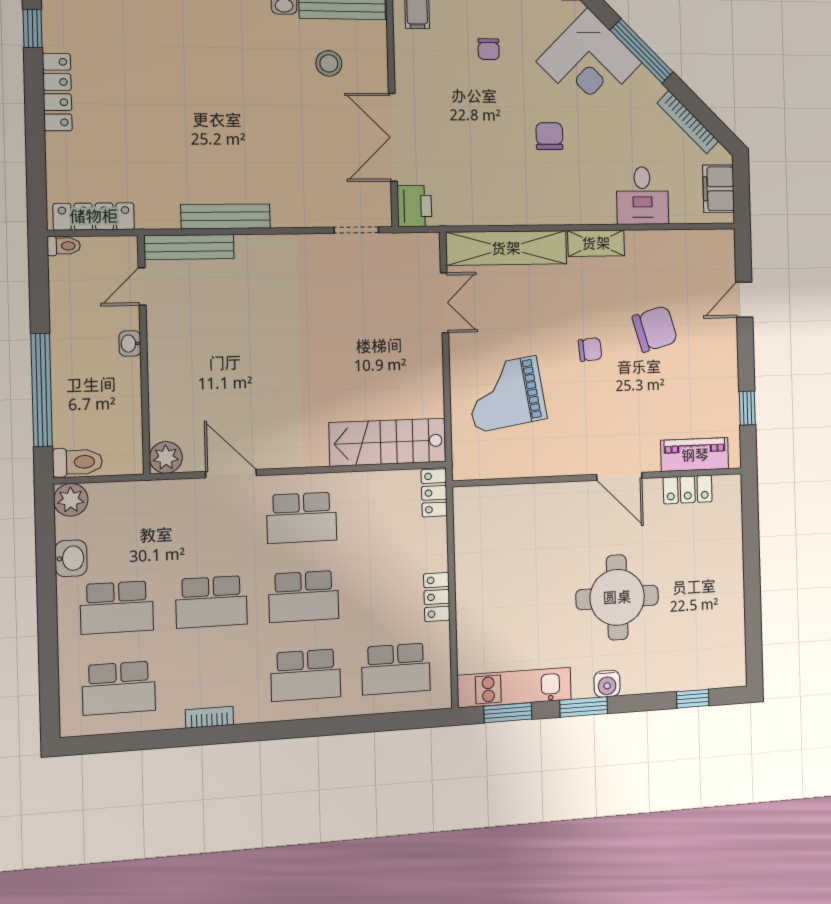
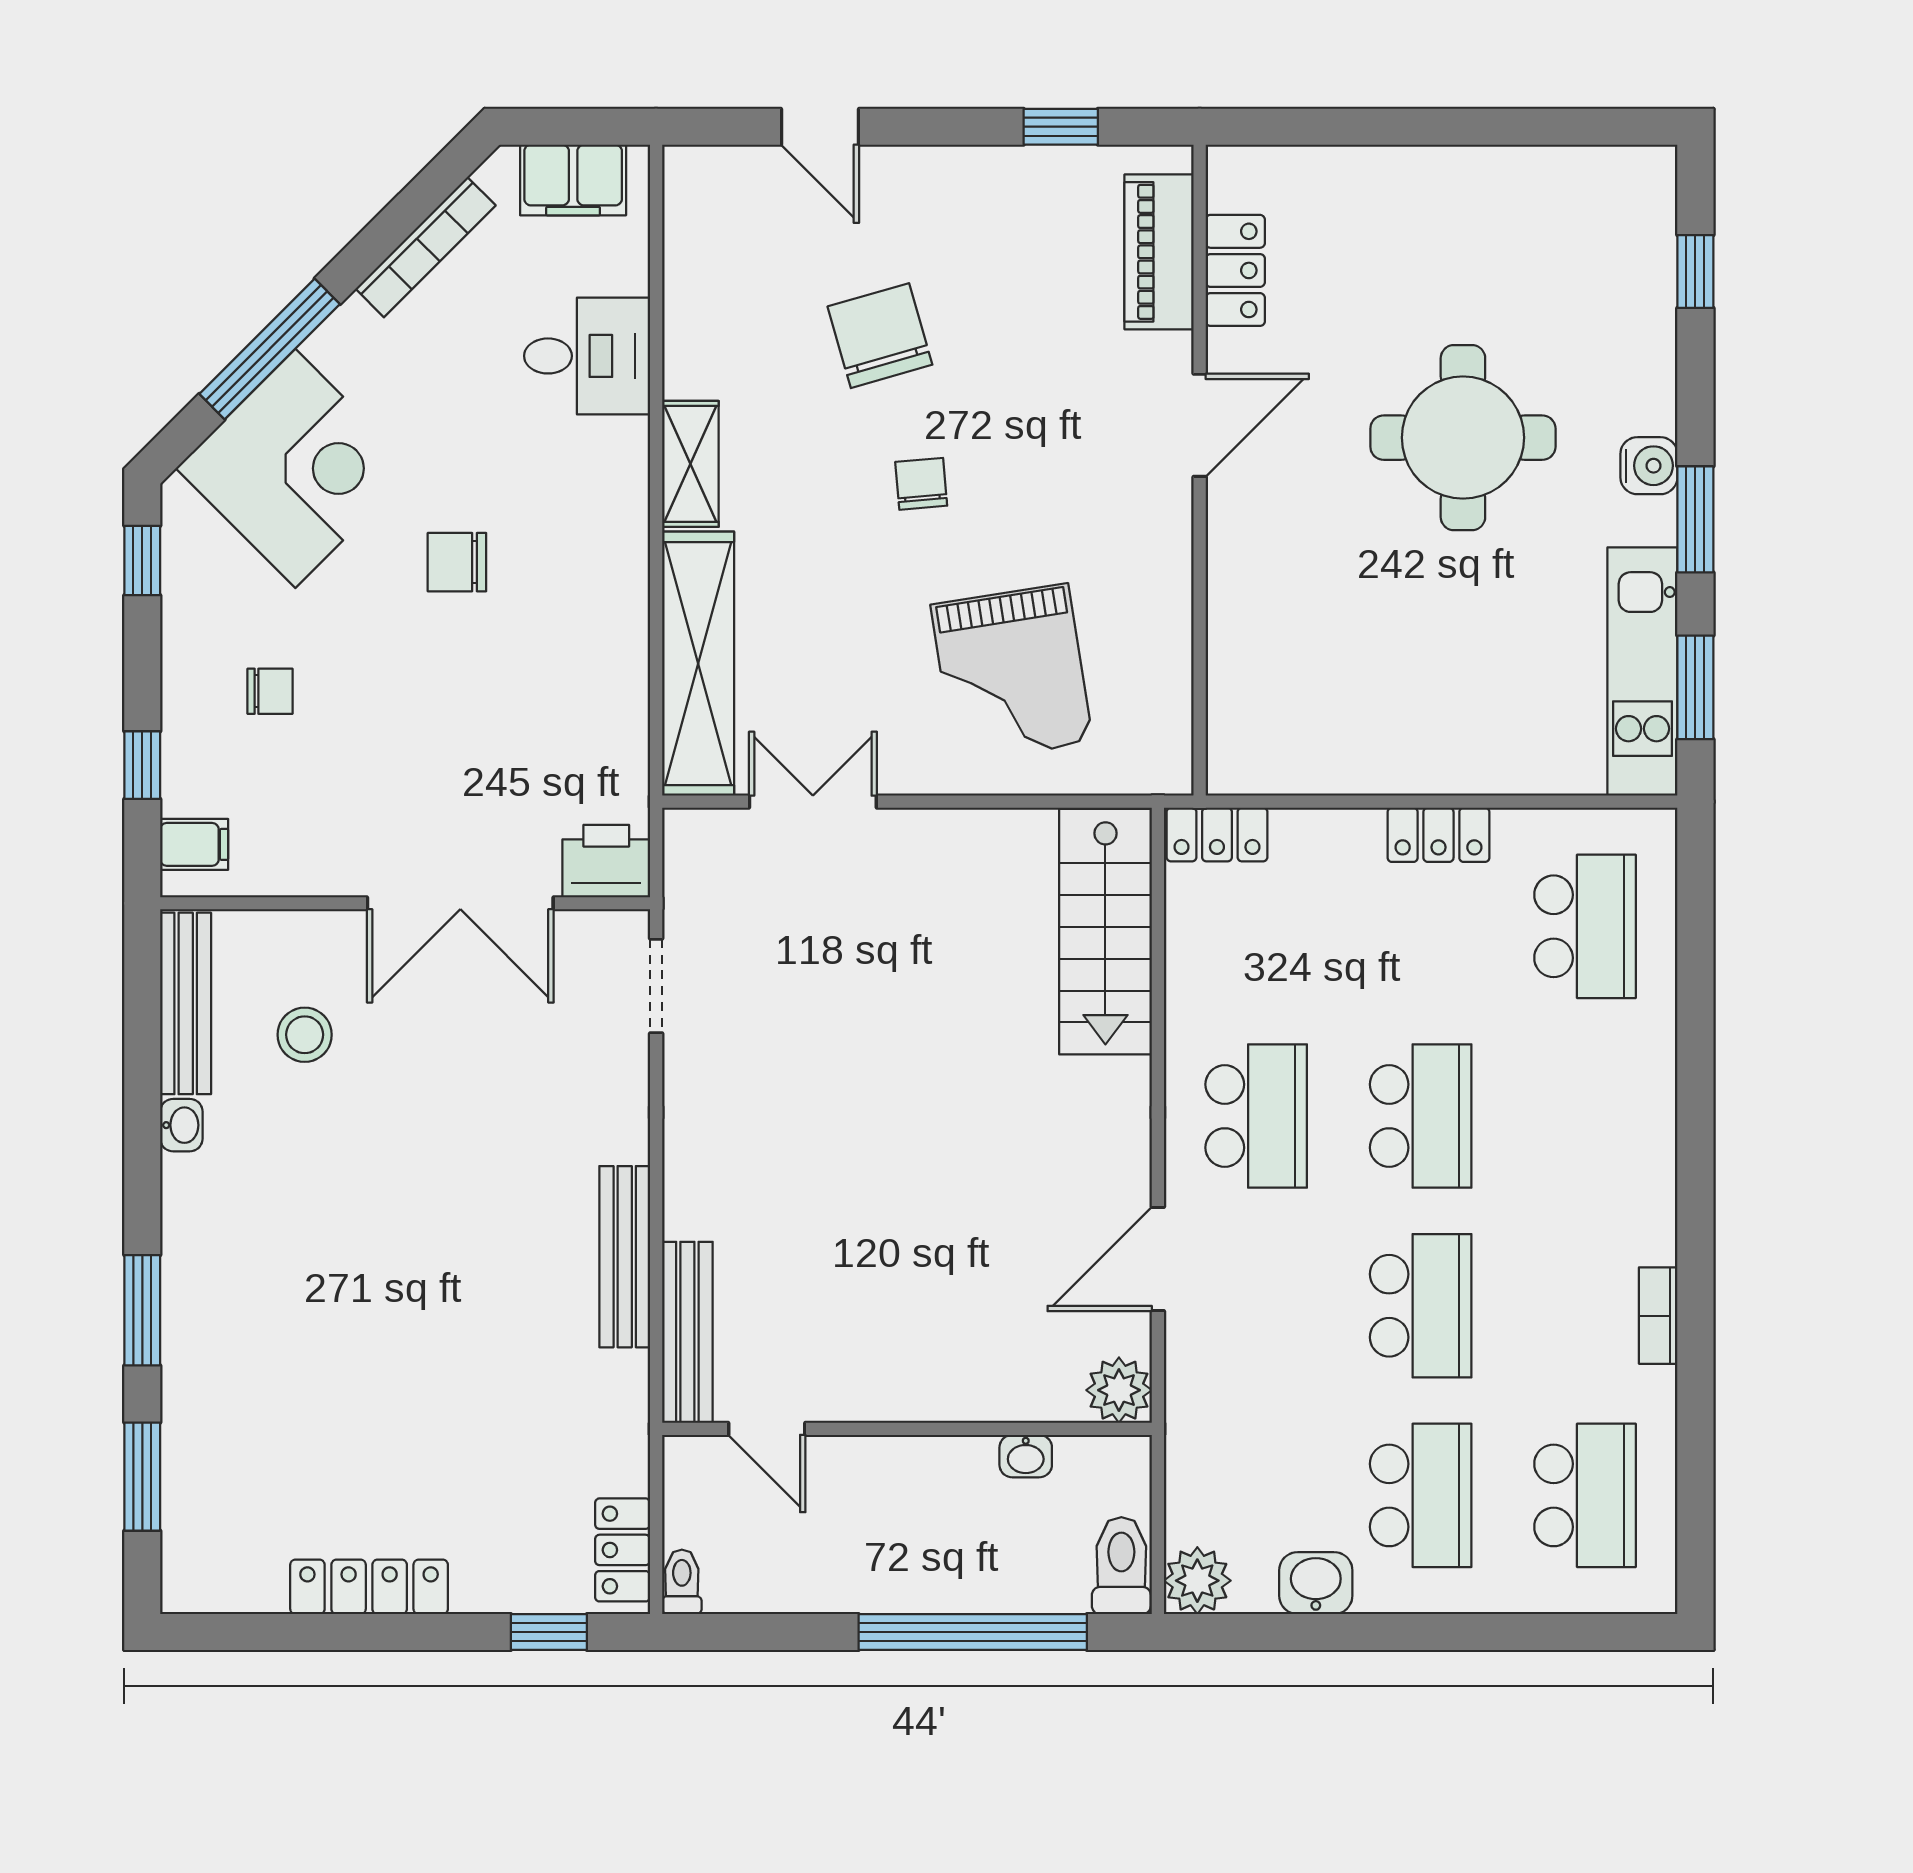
window: (33, 28) -> (549, 1632), moved
locker: (94, 216) -> (623, 1550), width x0.66
washbasin: (130, 344) -> (1026, 1456), moved
school desk: (306, 675) -> (1585, 1116), removed

